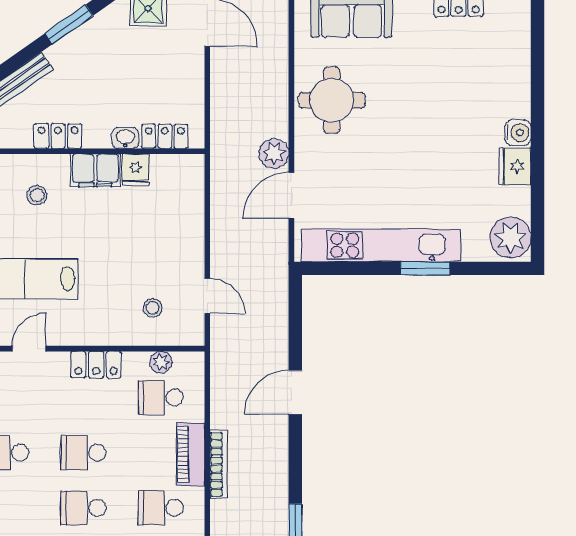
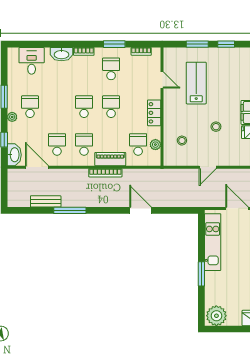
stool: (37, 195) -> (216, 127), moved
kitchen unit: (381, 245) -> (213, 242), width x0.73
door: (207, 296) -> (208, 167), moved

